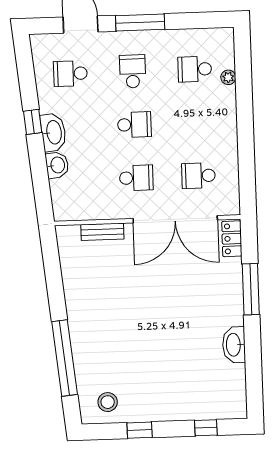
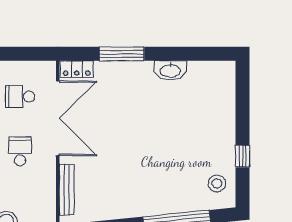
school desk: (198, 176) -> (20, 96), turned 90
bench: (102, 232) -> (67, 190), width x1.36
window: (206, 428) -> (243, 98), removed

